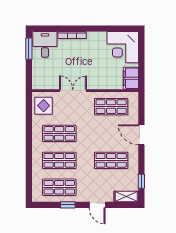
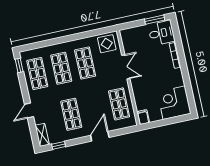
filing cabinet: (131, 78) -> (143, 117), width x0.50
window: (68, 205) -> (19, 65), moved

